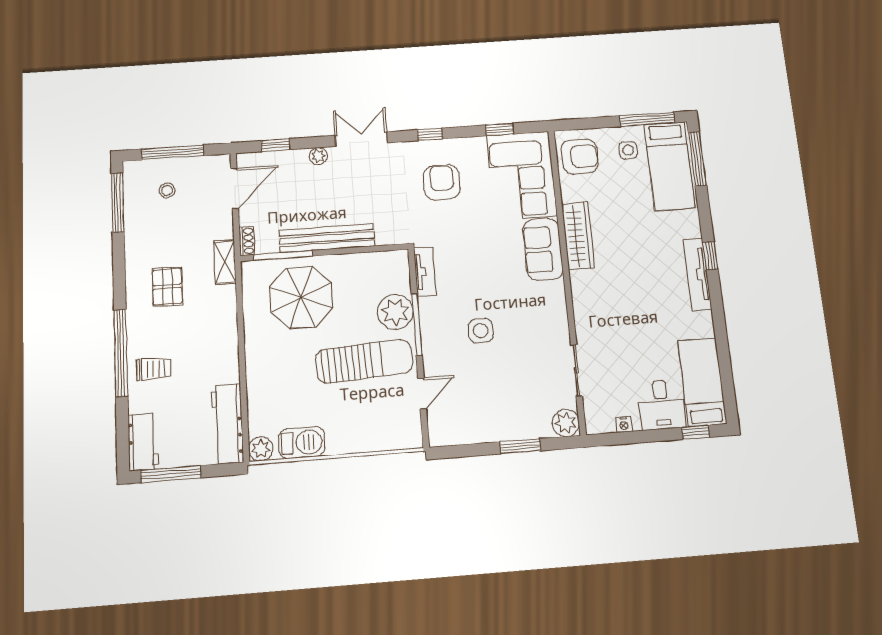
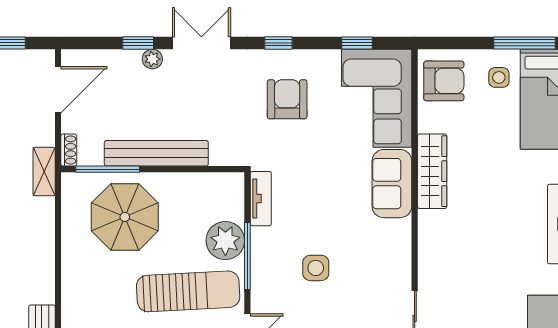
window: (275, 145) -> (138, 43), moved

